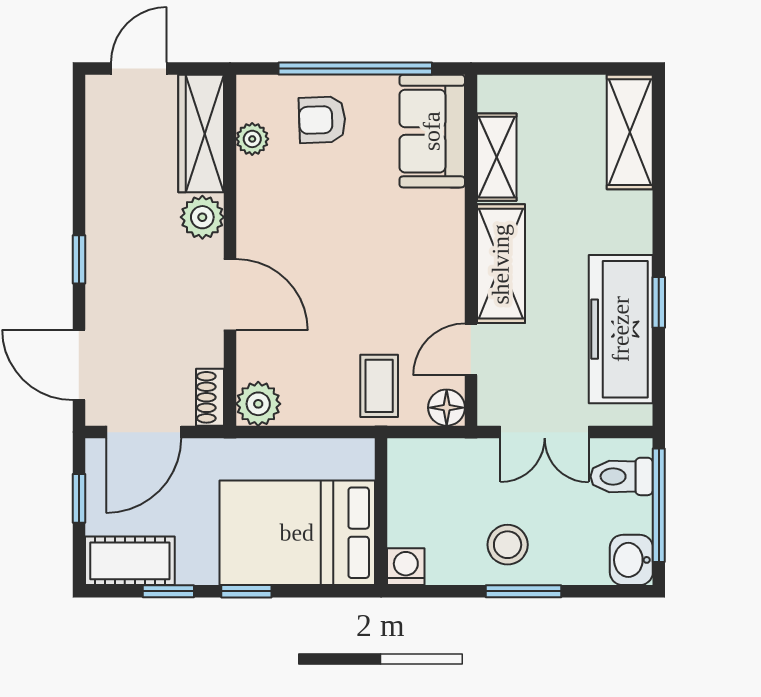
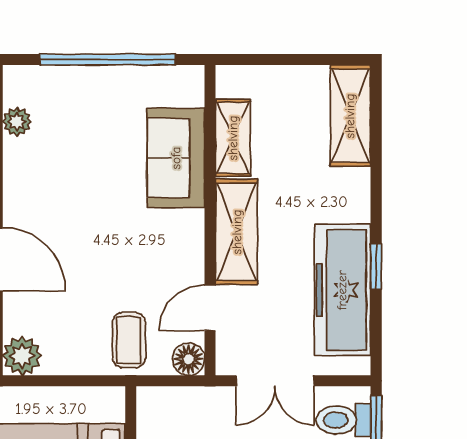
armchair: (322, 120) -> (78, 105), removed
sofa: (432, 131) -> (176, 158), moved

